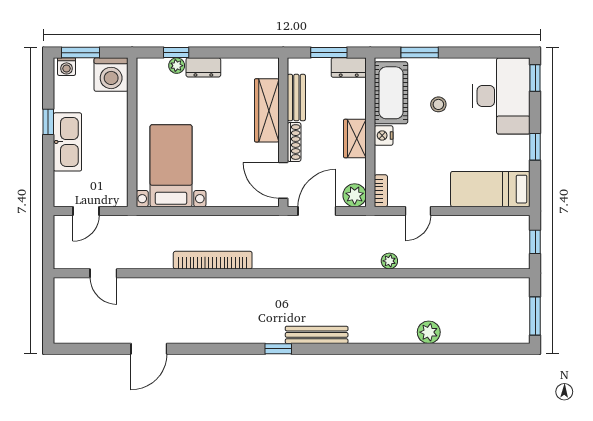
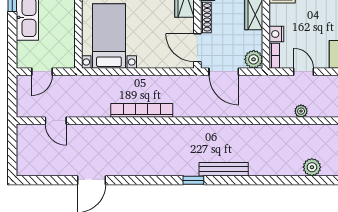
nightstand: (384, 135) -> (276, 34), moved
door: (317, 211) -> (224, 72), swing flipped
door: (418, 211) -> (303, 72), swing flipped
plant: (389, 261) -> (301, 111), moved

